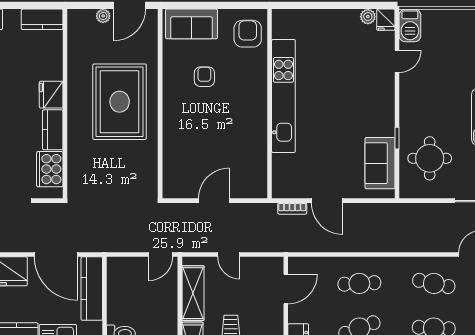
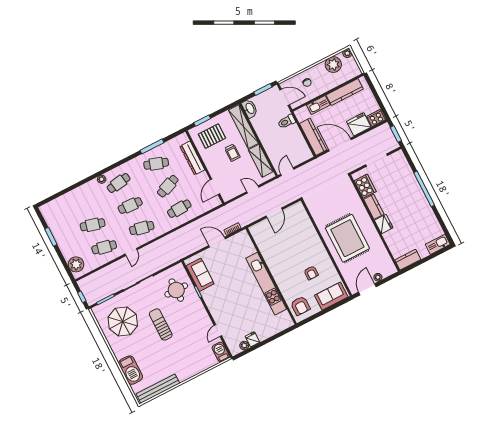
fridge: (386, 20) -> (252, 339), moved

